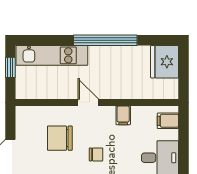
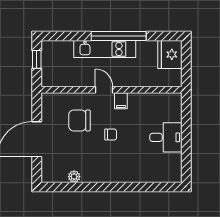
kitchen unit: (52, 55) -> (105, 49), moved
filing cabinet: (123, 115) -> (121, 101), moved
filing cabinet: (168, 121) -> (173, 105), removed

